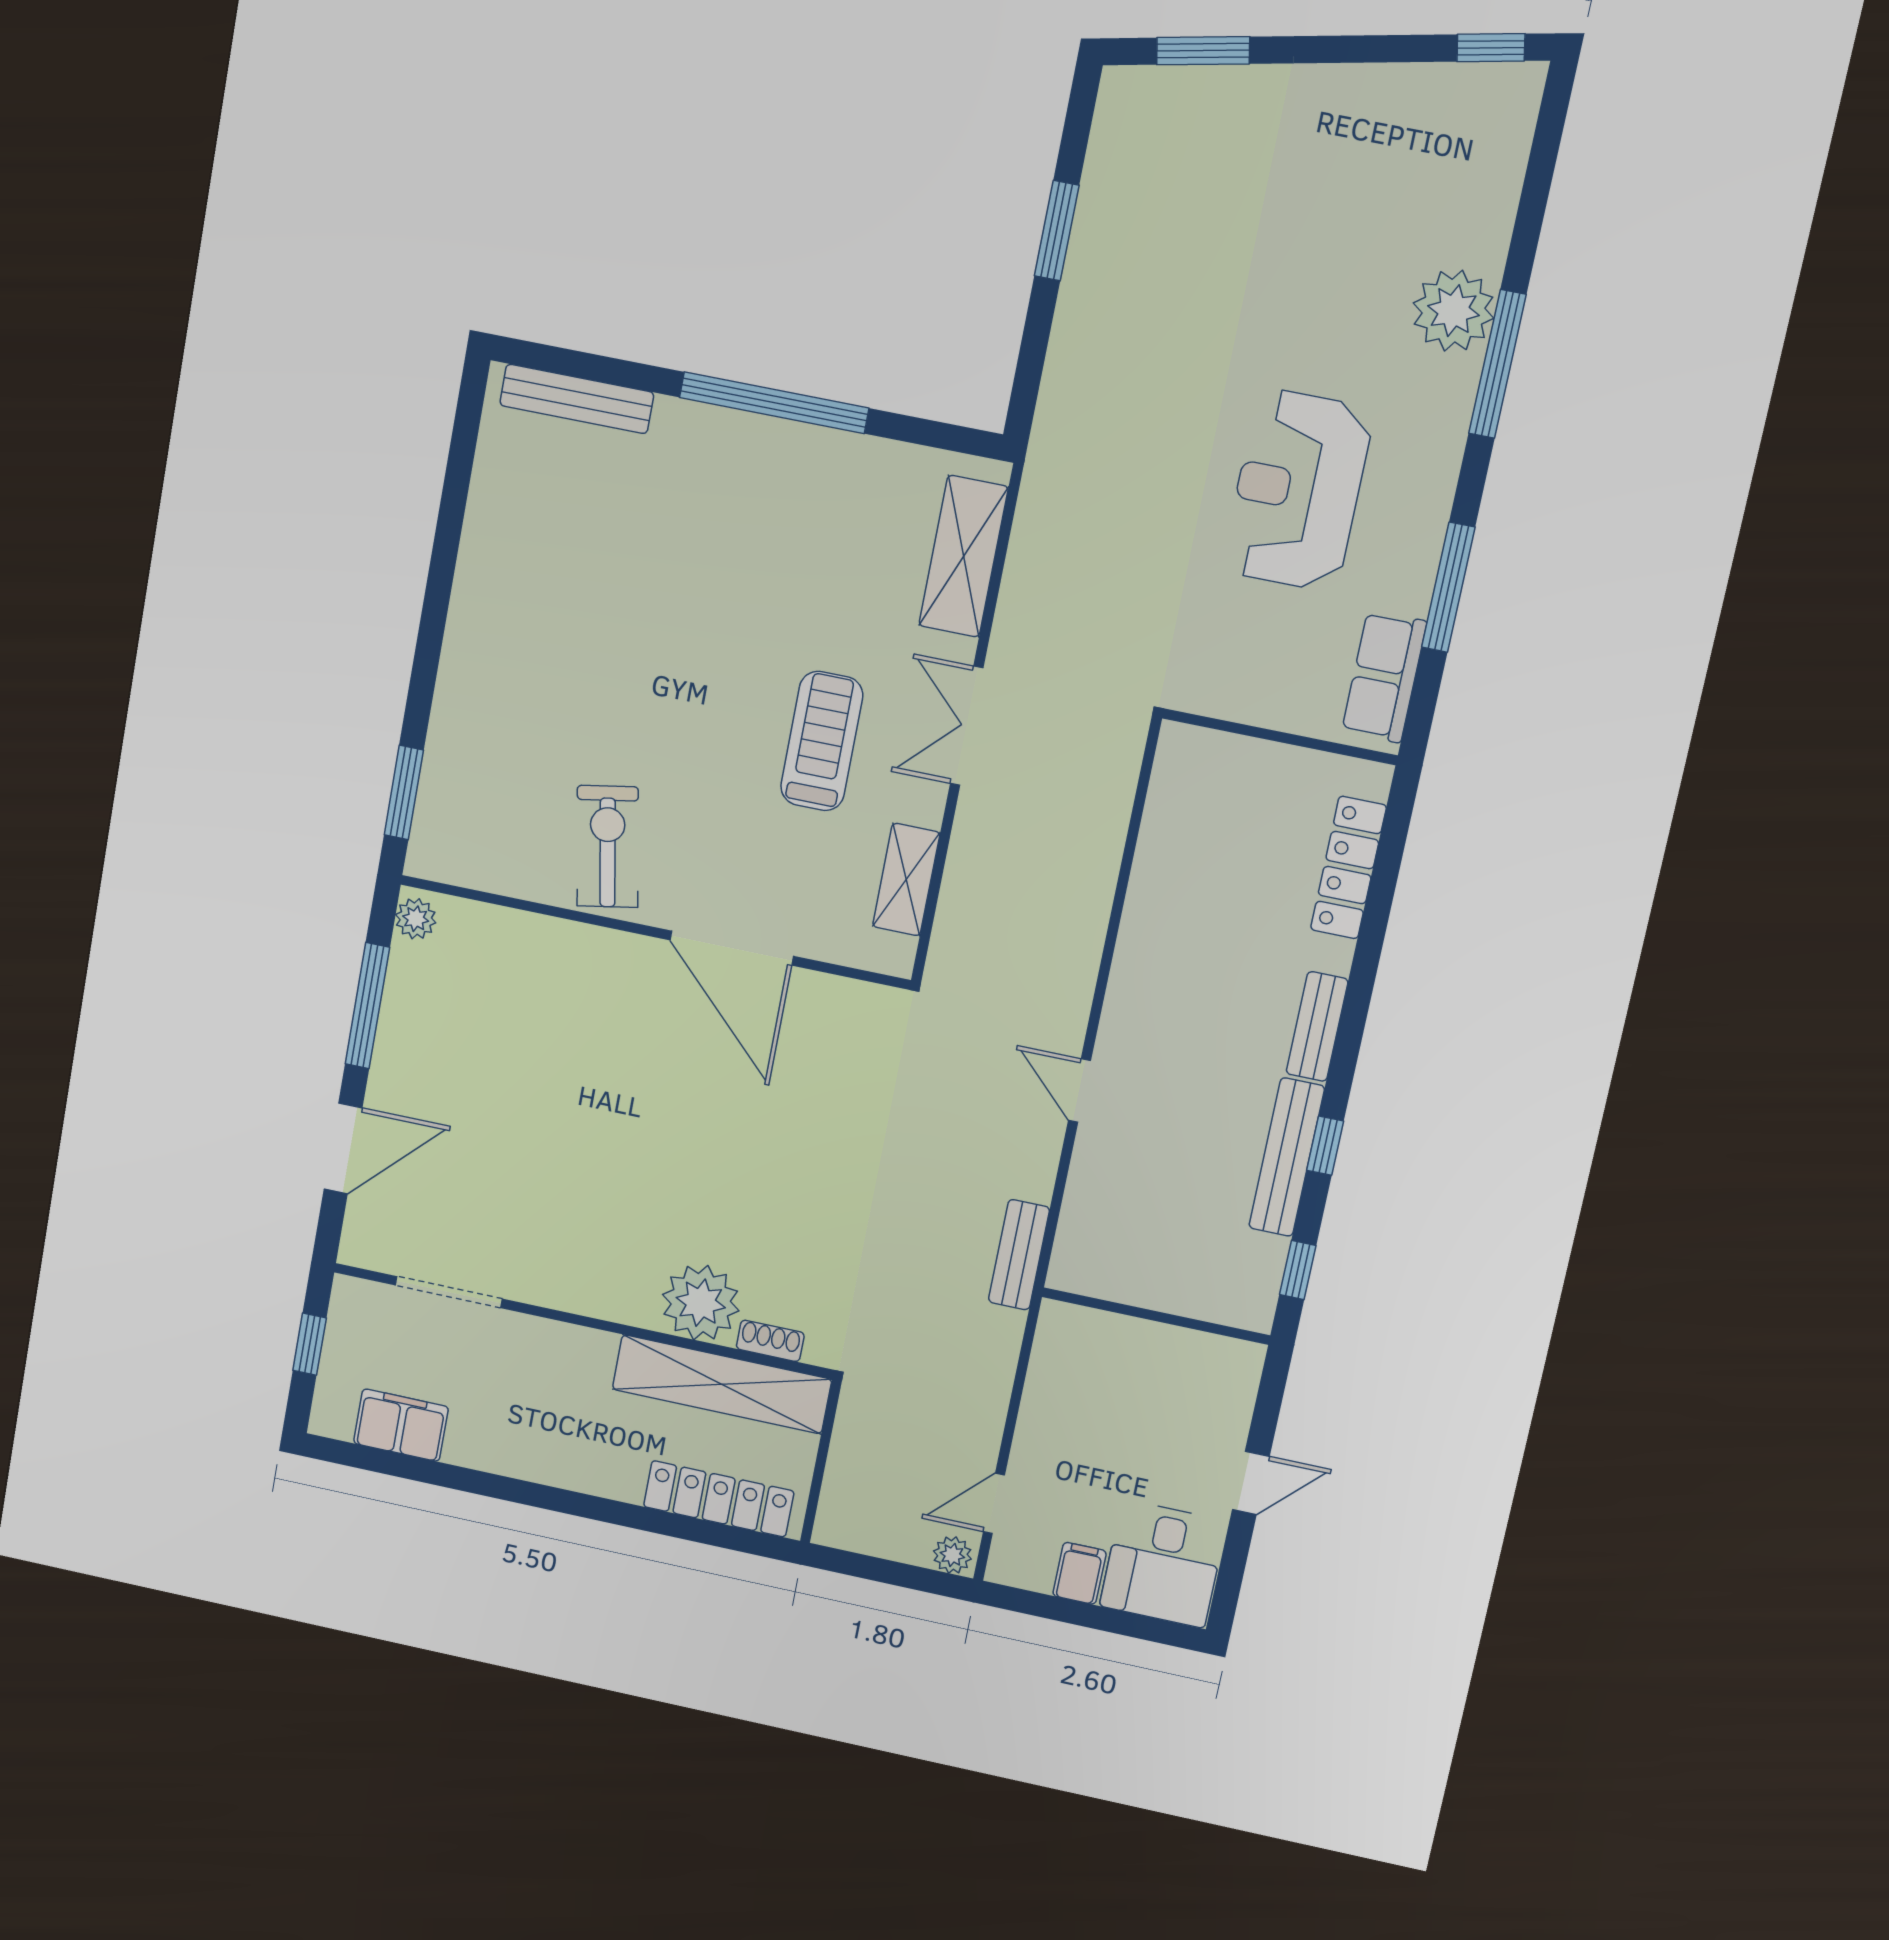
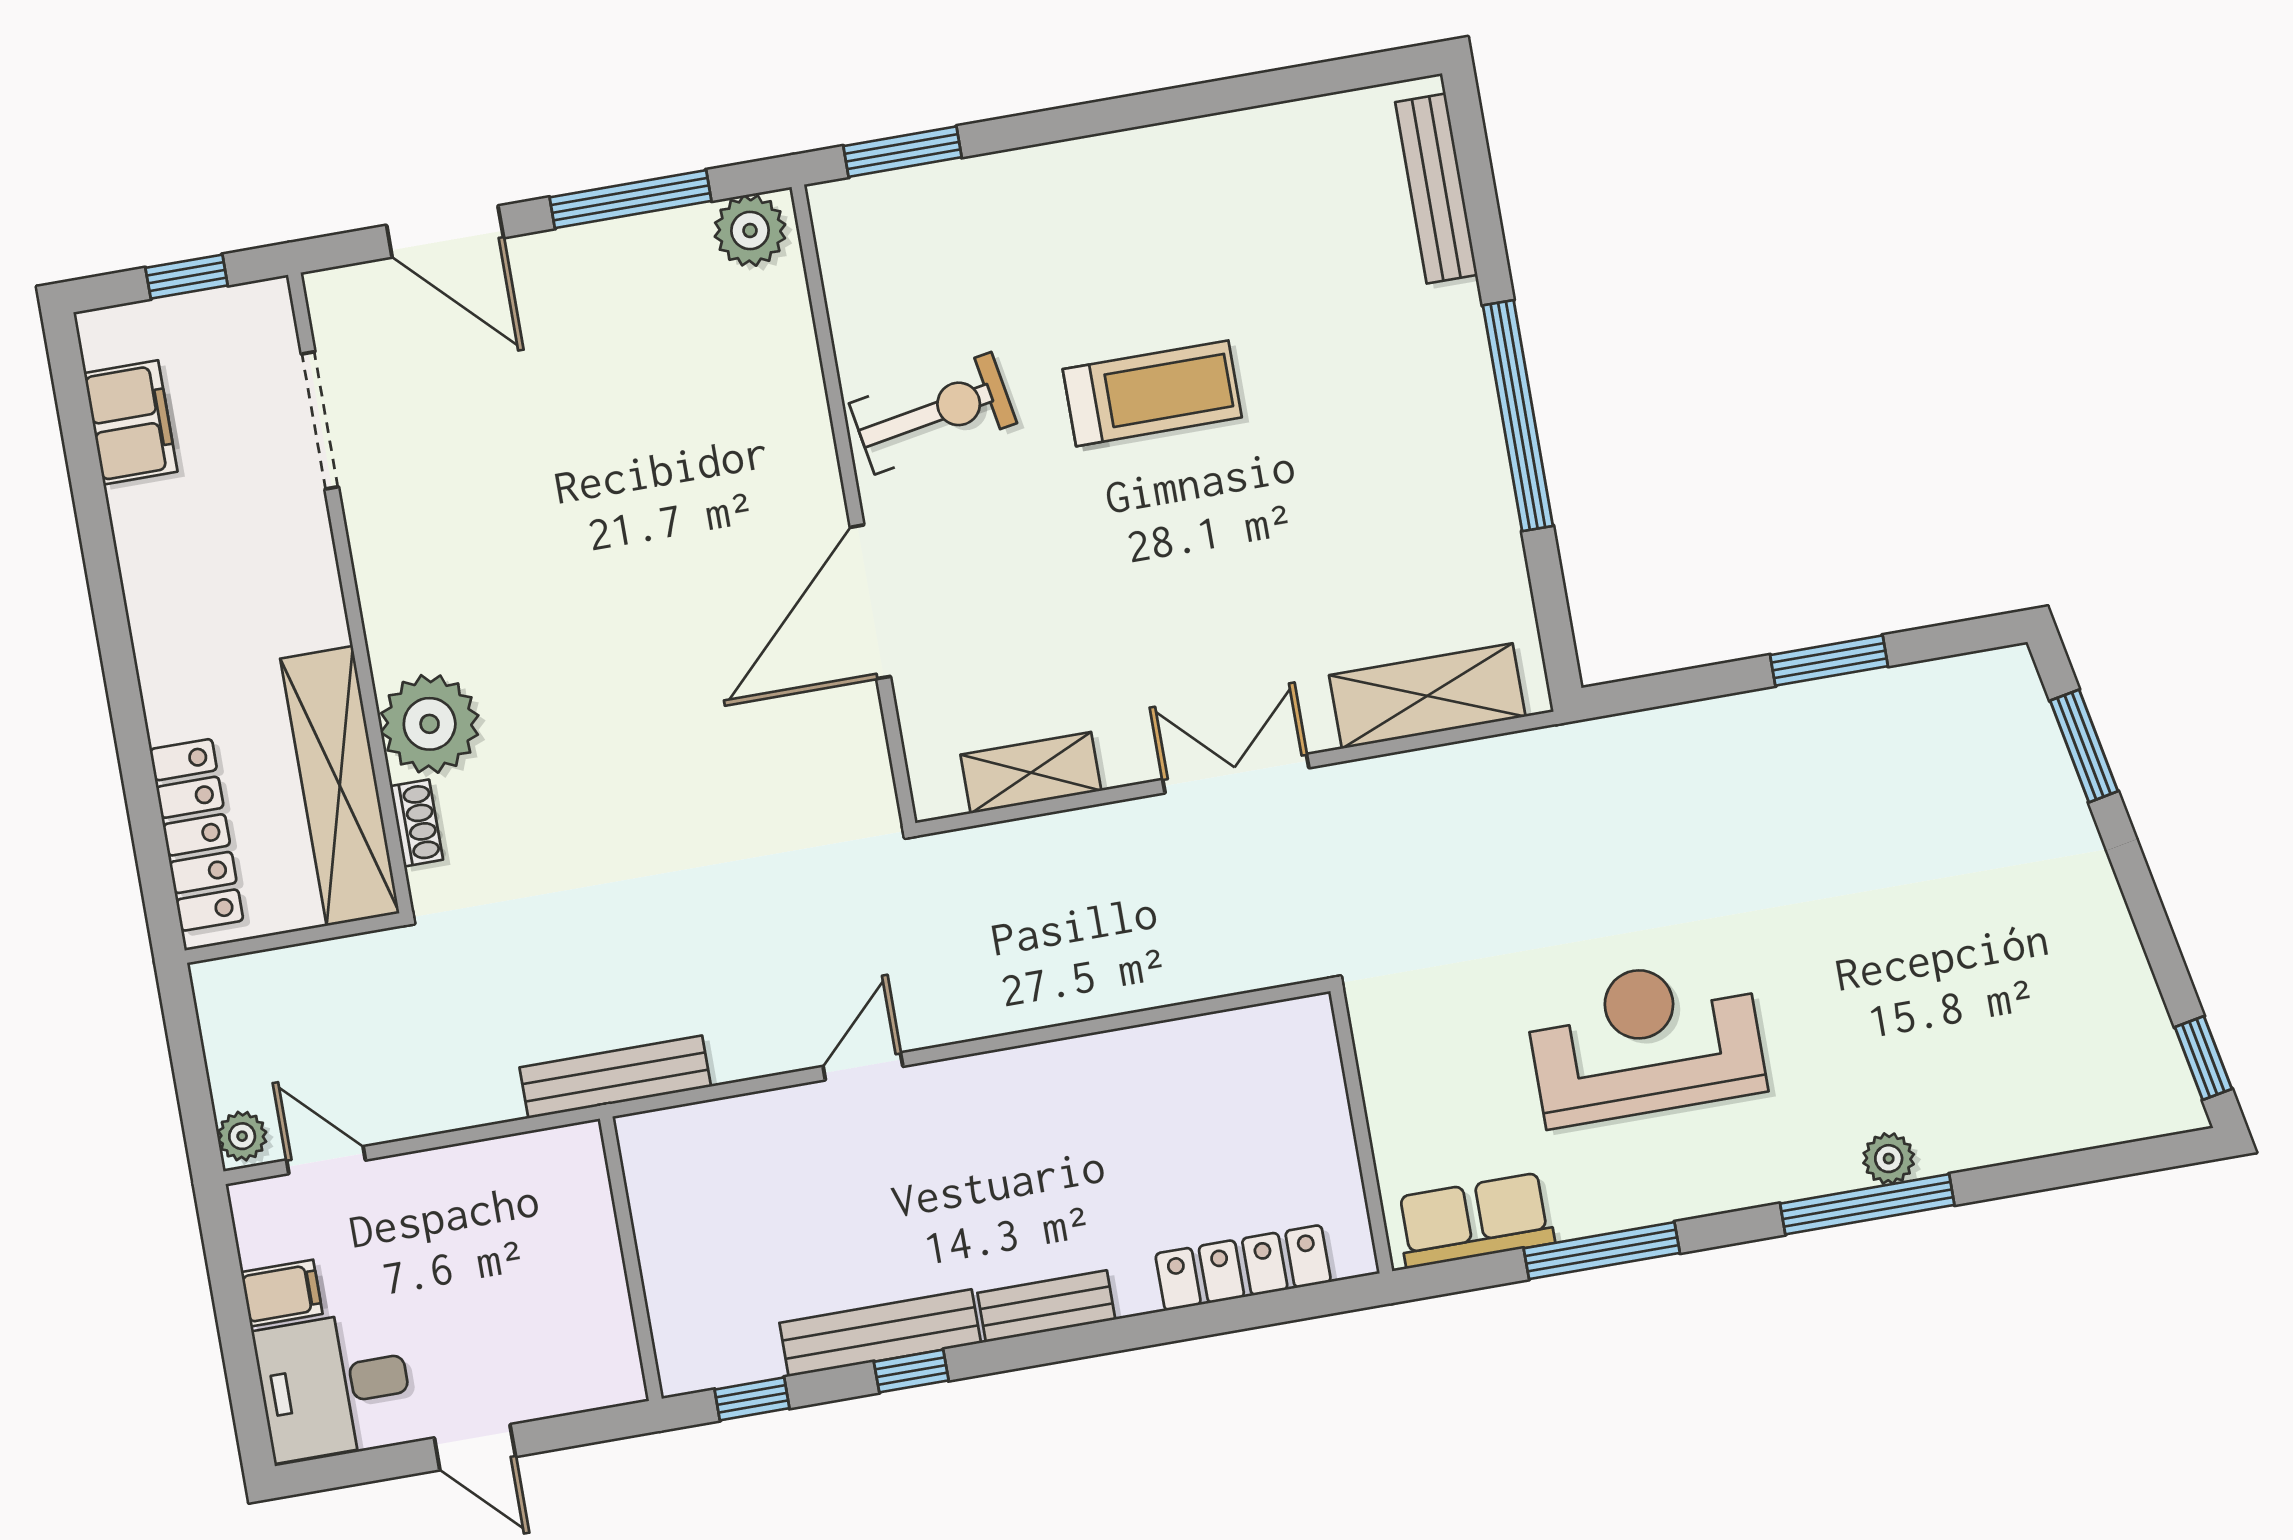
plant: (1454, 311) -> (1889, 1159), width x0.53, depth x0.53
treadmill: (822, 741) -> (1152, 393), moved
plant: (416, 919) -> (750, 230), width x1.38, depth x1.38
bench: (1019, 1255) -> (615, 1077), width x1.36

